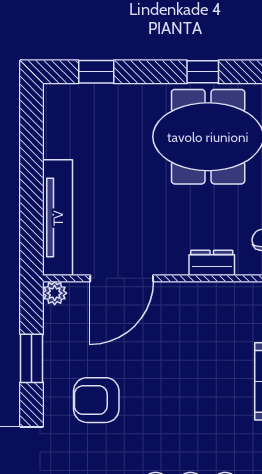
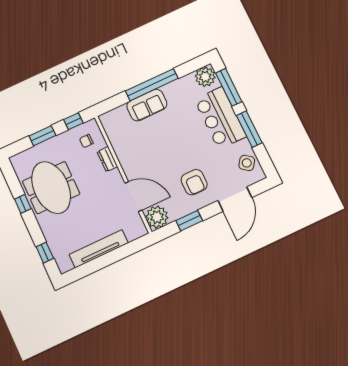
tv unit: (58, 218) -> (99, 249), moved
plant: (55, 293) -> (157, 217), width x1.87, depth x1.87

